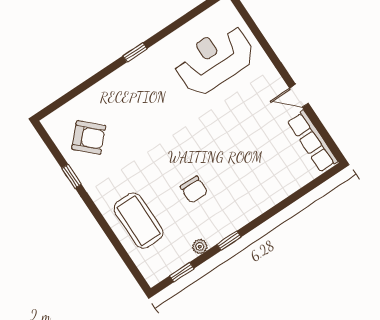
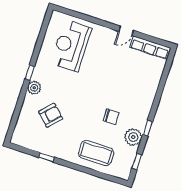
plant: (125, 76) -> (34, 88), added
armchair: (89, 137) -> (51, 115), moved
plant: (200, 247) -> (133, 137), width x1.88, depth x1.88

